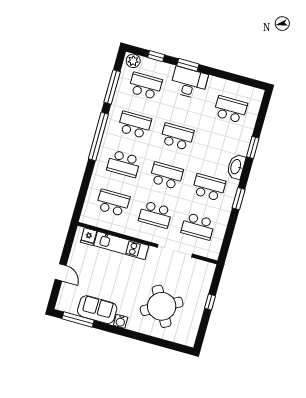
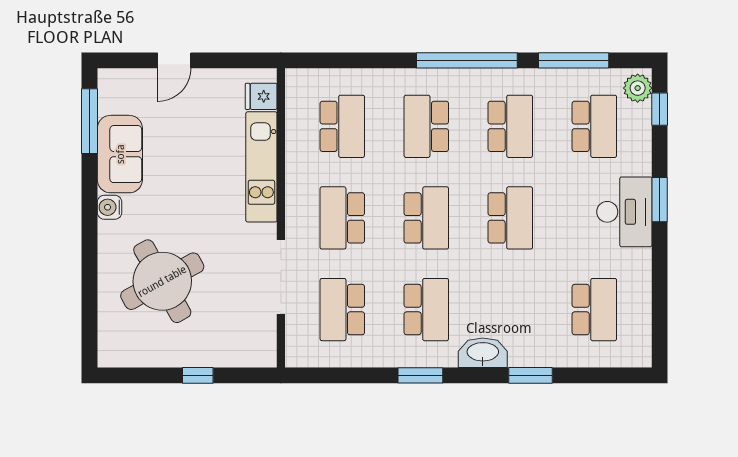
window: (156, 56) -> (660, 109), moved

